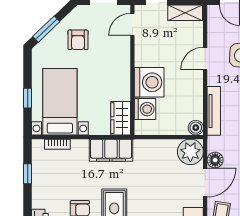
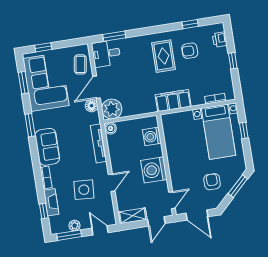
washing machine: (149, 82) -> (154, 170), moved
wardrobe: (121, 118) -> (170, 126), removed
window: (28, 174) -> (233, 61), moved

